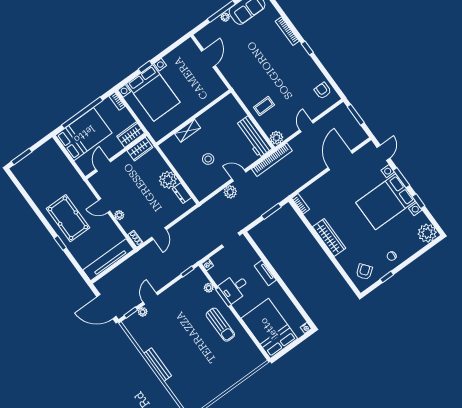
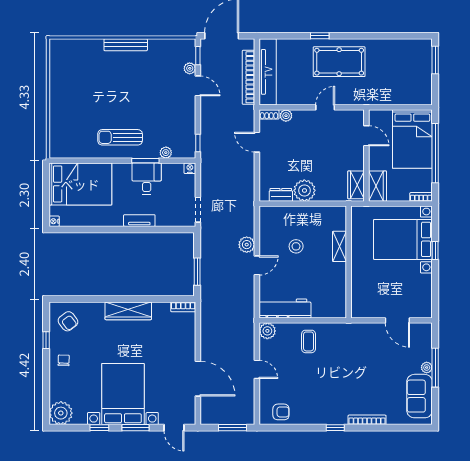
bookcase: (272, 160) -> (249, 77), moved
plant: (119, 215) -> (286, 116), moved

